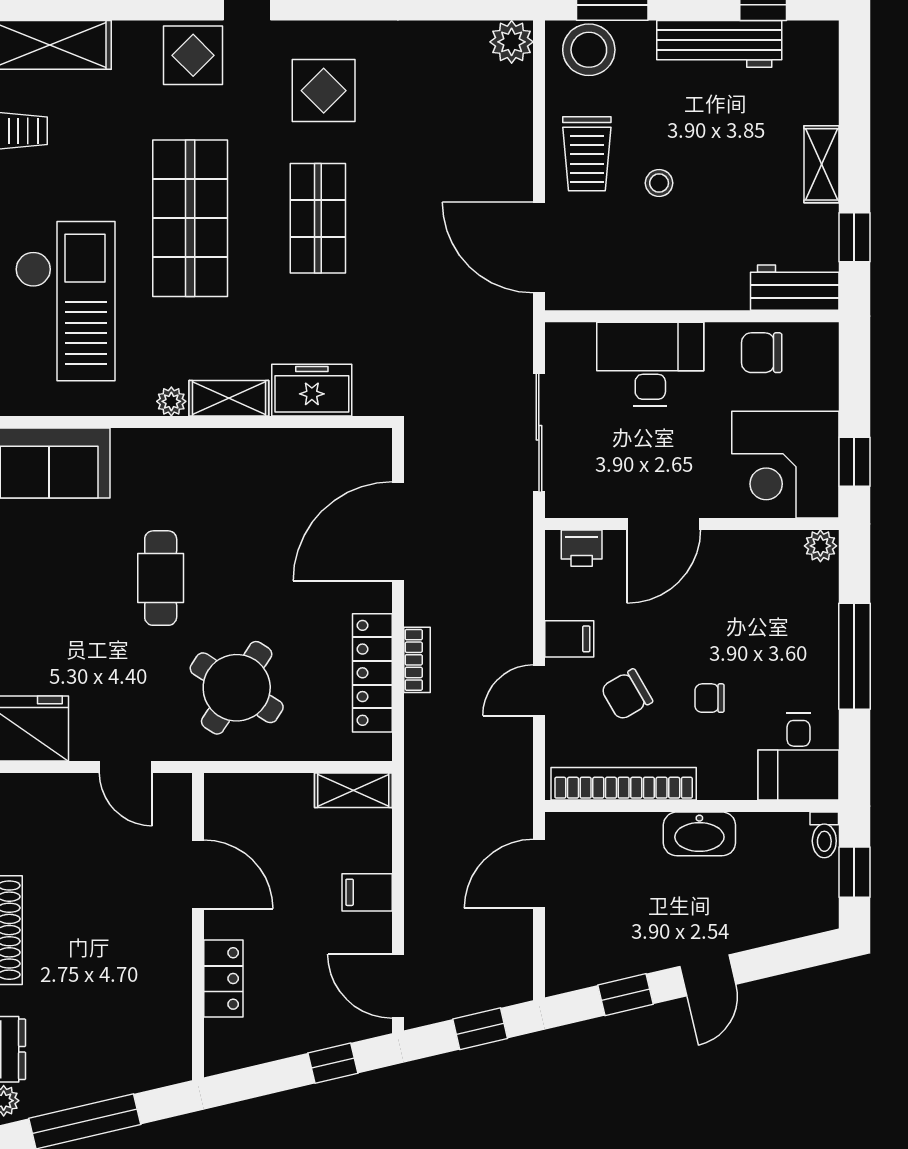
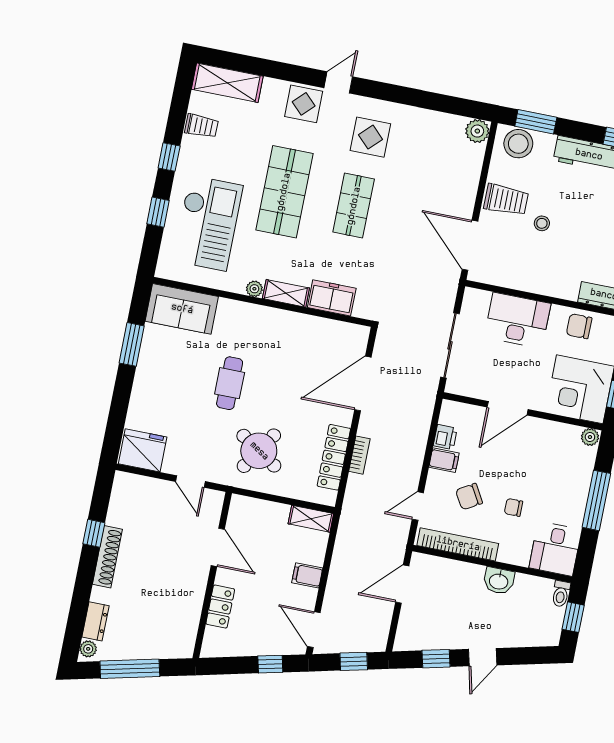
trolley: (587, 154) -> (506, 200), turned -90
printer: (582, 548) -> (445, 437), moved, turned -90
door: (539, 690) -> (418, 506), moved
washbasin: (699, 834) -> (499, 581), width x0.72

